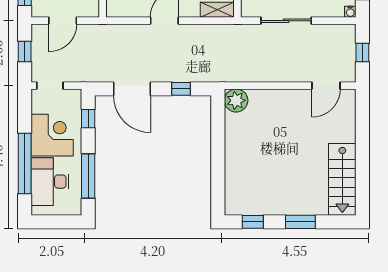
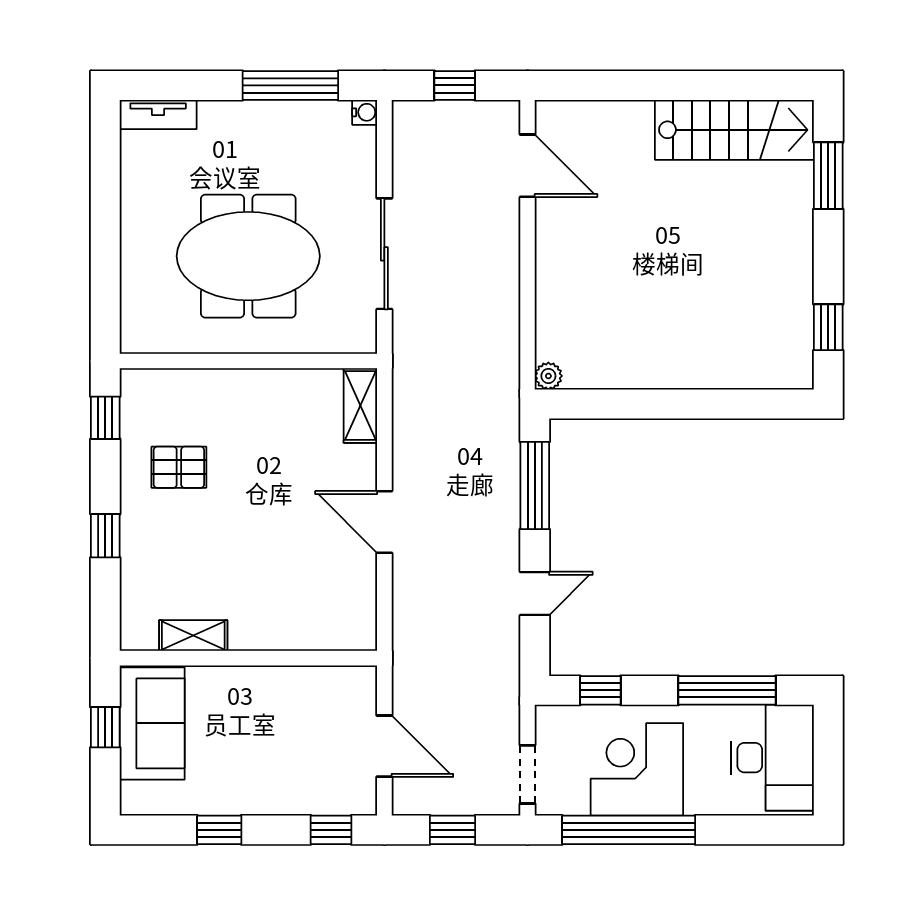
door: (132, 89) -> (535, 594), width x0.53
window: (181, 89) -> (535, 486), width x2.17
plant: (236, 100) -> (548, 376), width x0.53, depth x0.53
window: (25, 163) -> (629, 830), moved
desk: (50, 182) -> (772, 758), moved, turned -90
window: (300, 222) -> (828, 176), moved

